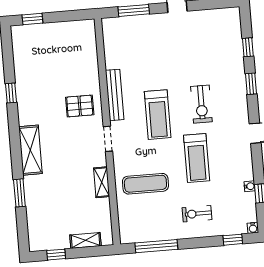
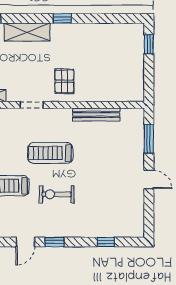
window: (251, 84) -> (54, 242), moved
window: (11, 93) -> (62, 18), moved
bench: (115, 95) -> (96, 114), moved

